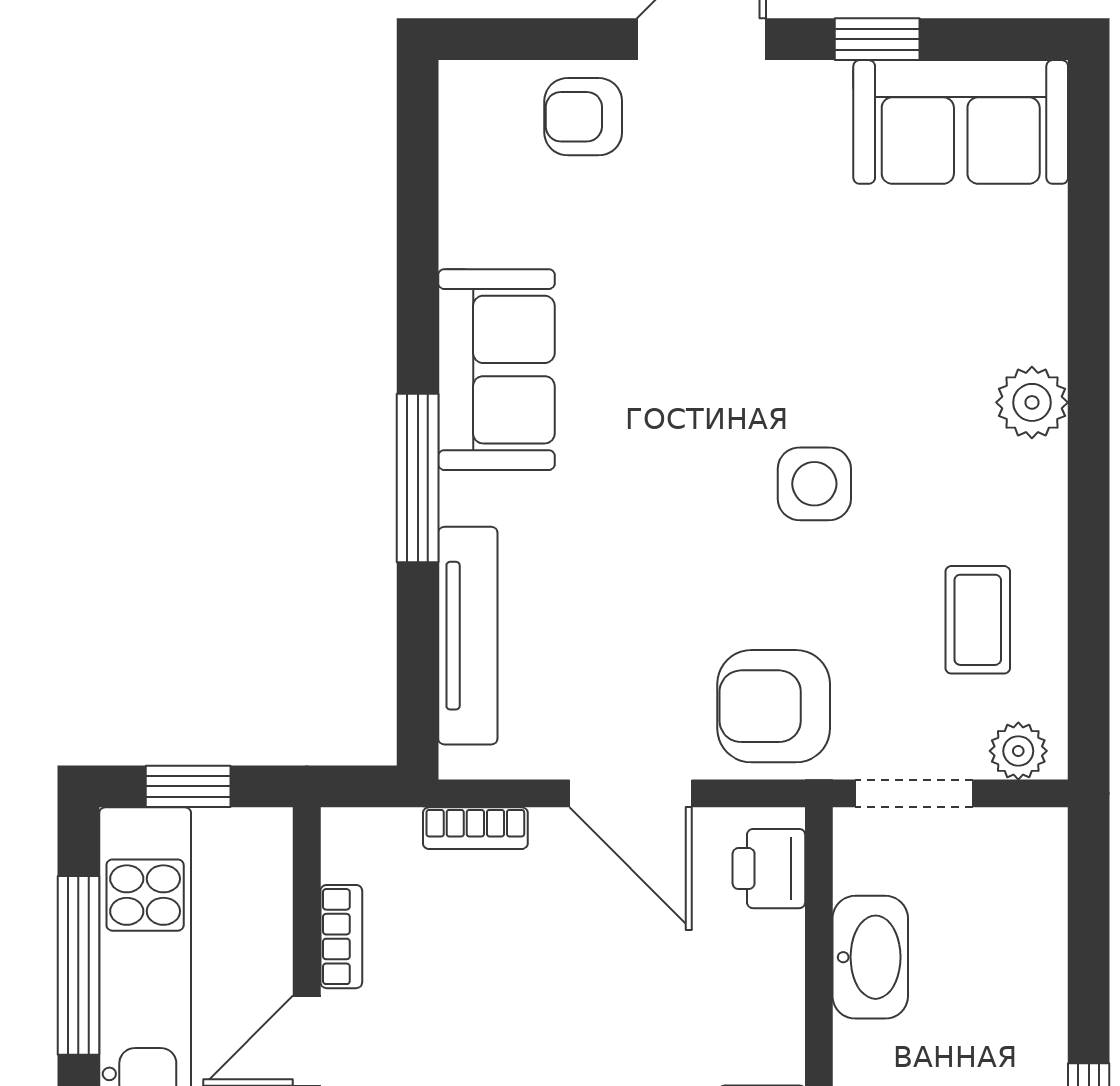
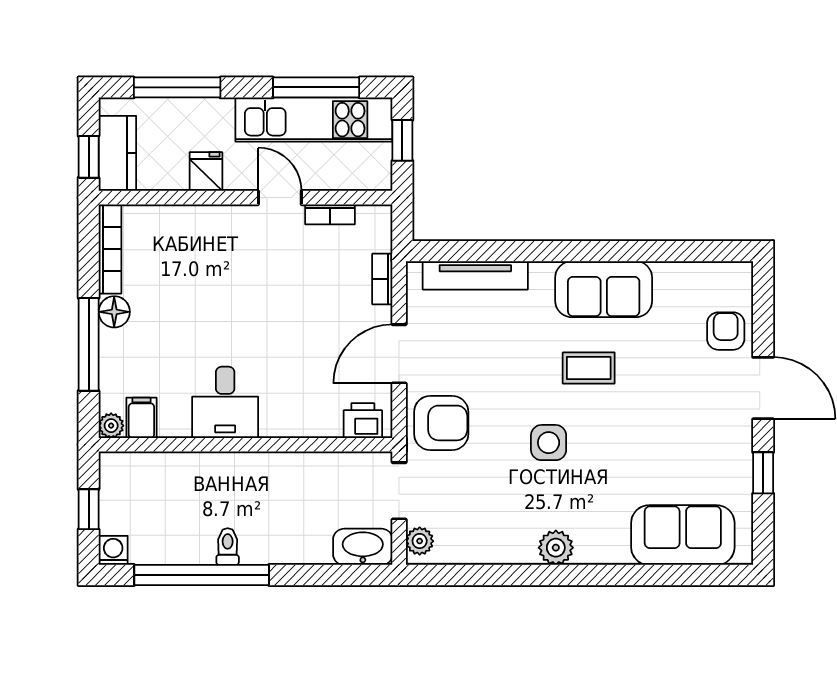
sofa: (961, 122) -> (683, 535), moved, turned 90
plant: (1032, 402) -> (556, 548), moved
window: (418, 478) -> (551, 251), removed
coffee table: (978, 620) -> (589, 368), moved
armchair: (774, 706) -> (441, 423), turned 90
washbasin: (870, 957) -> (363, 547), moved, turned 180

